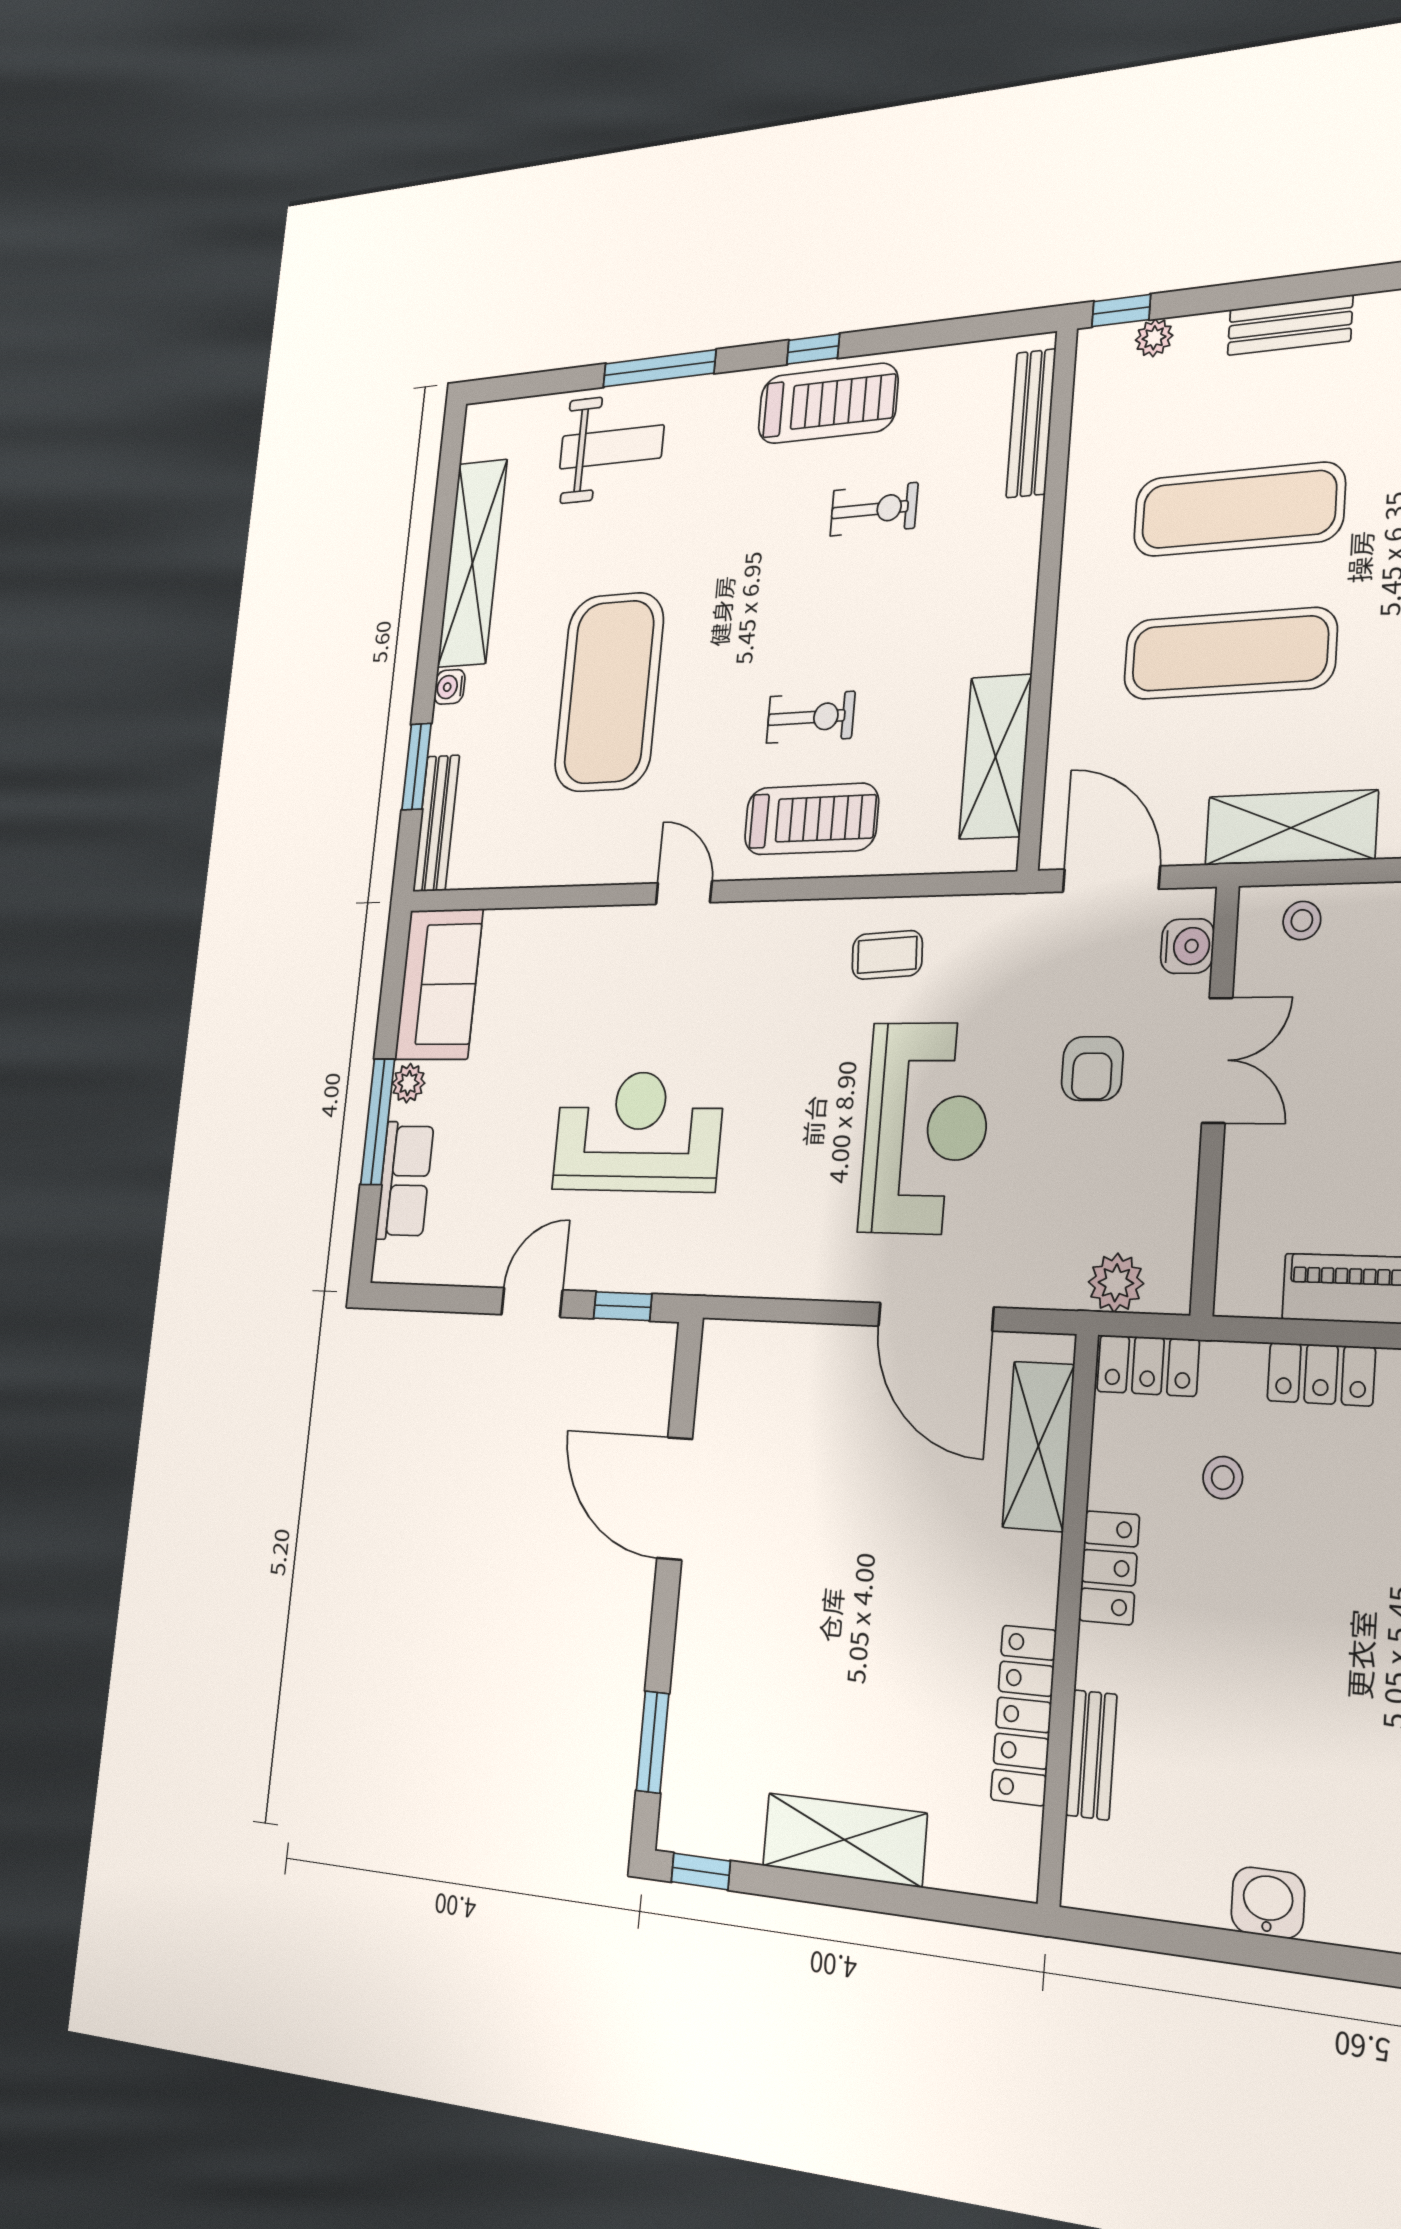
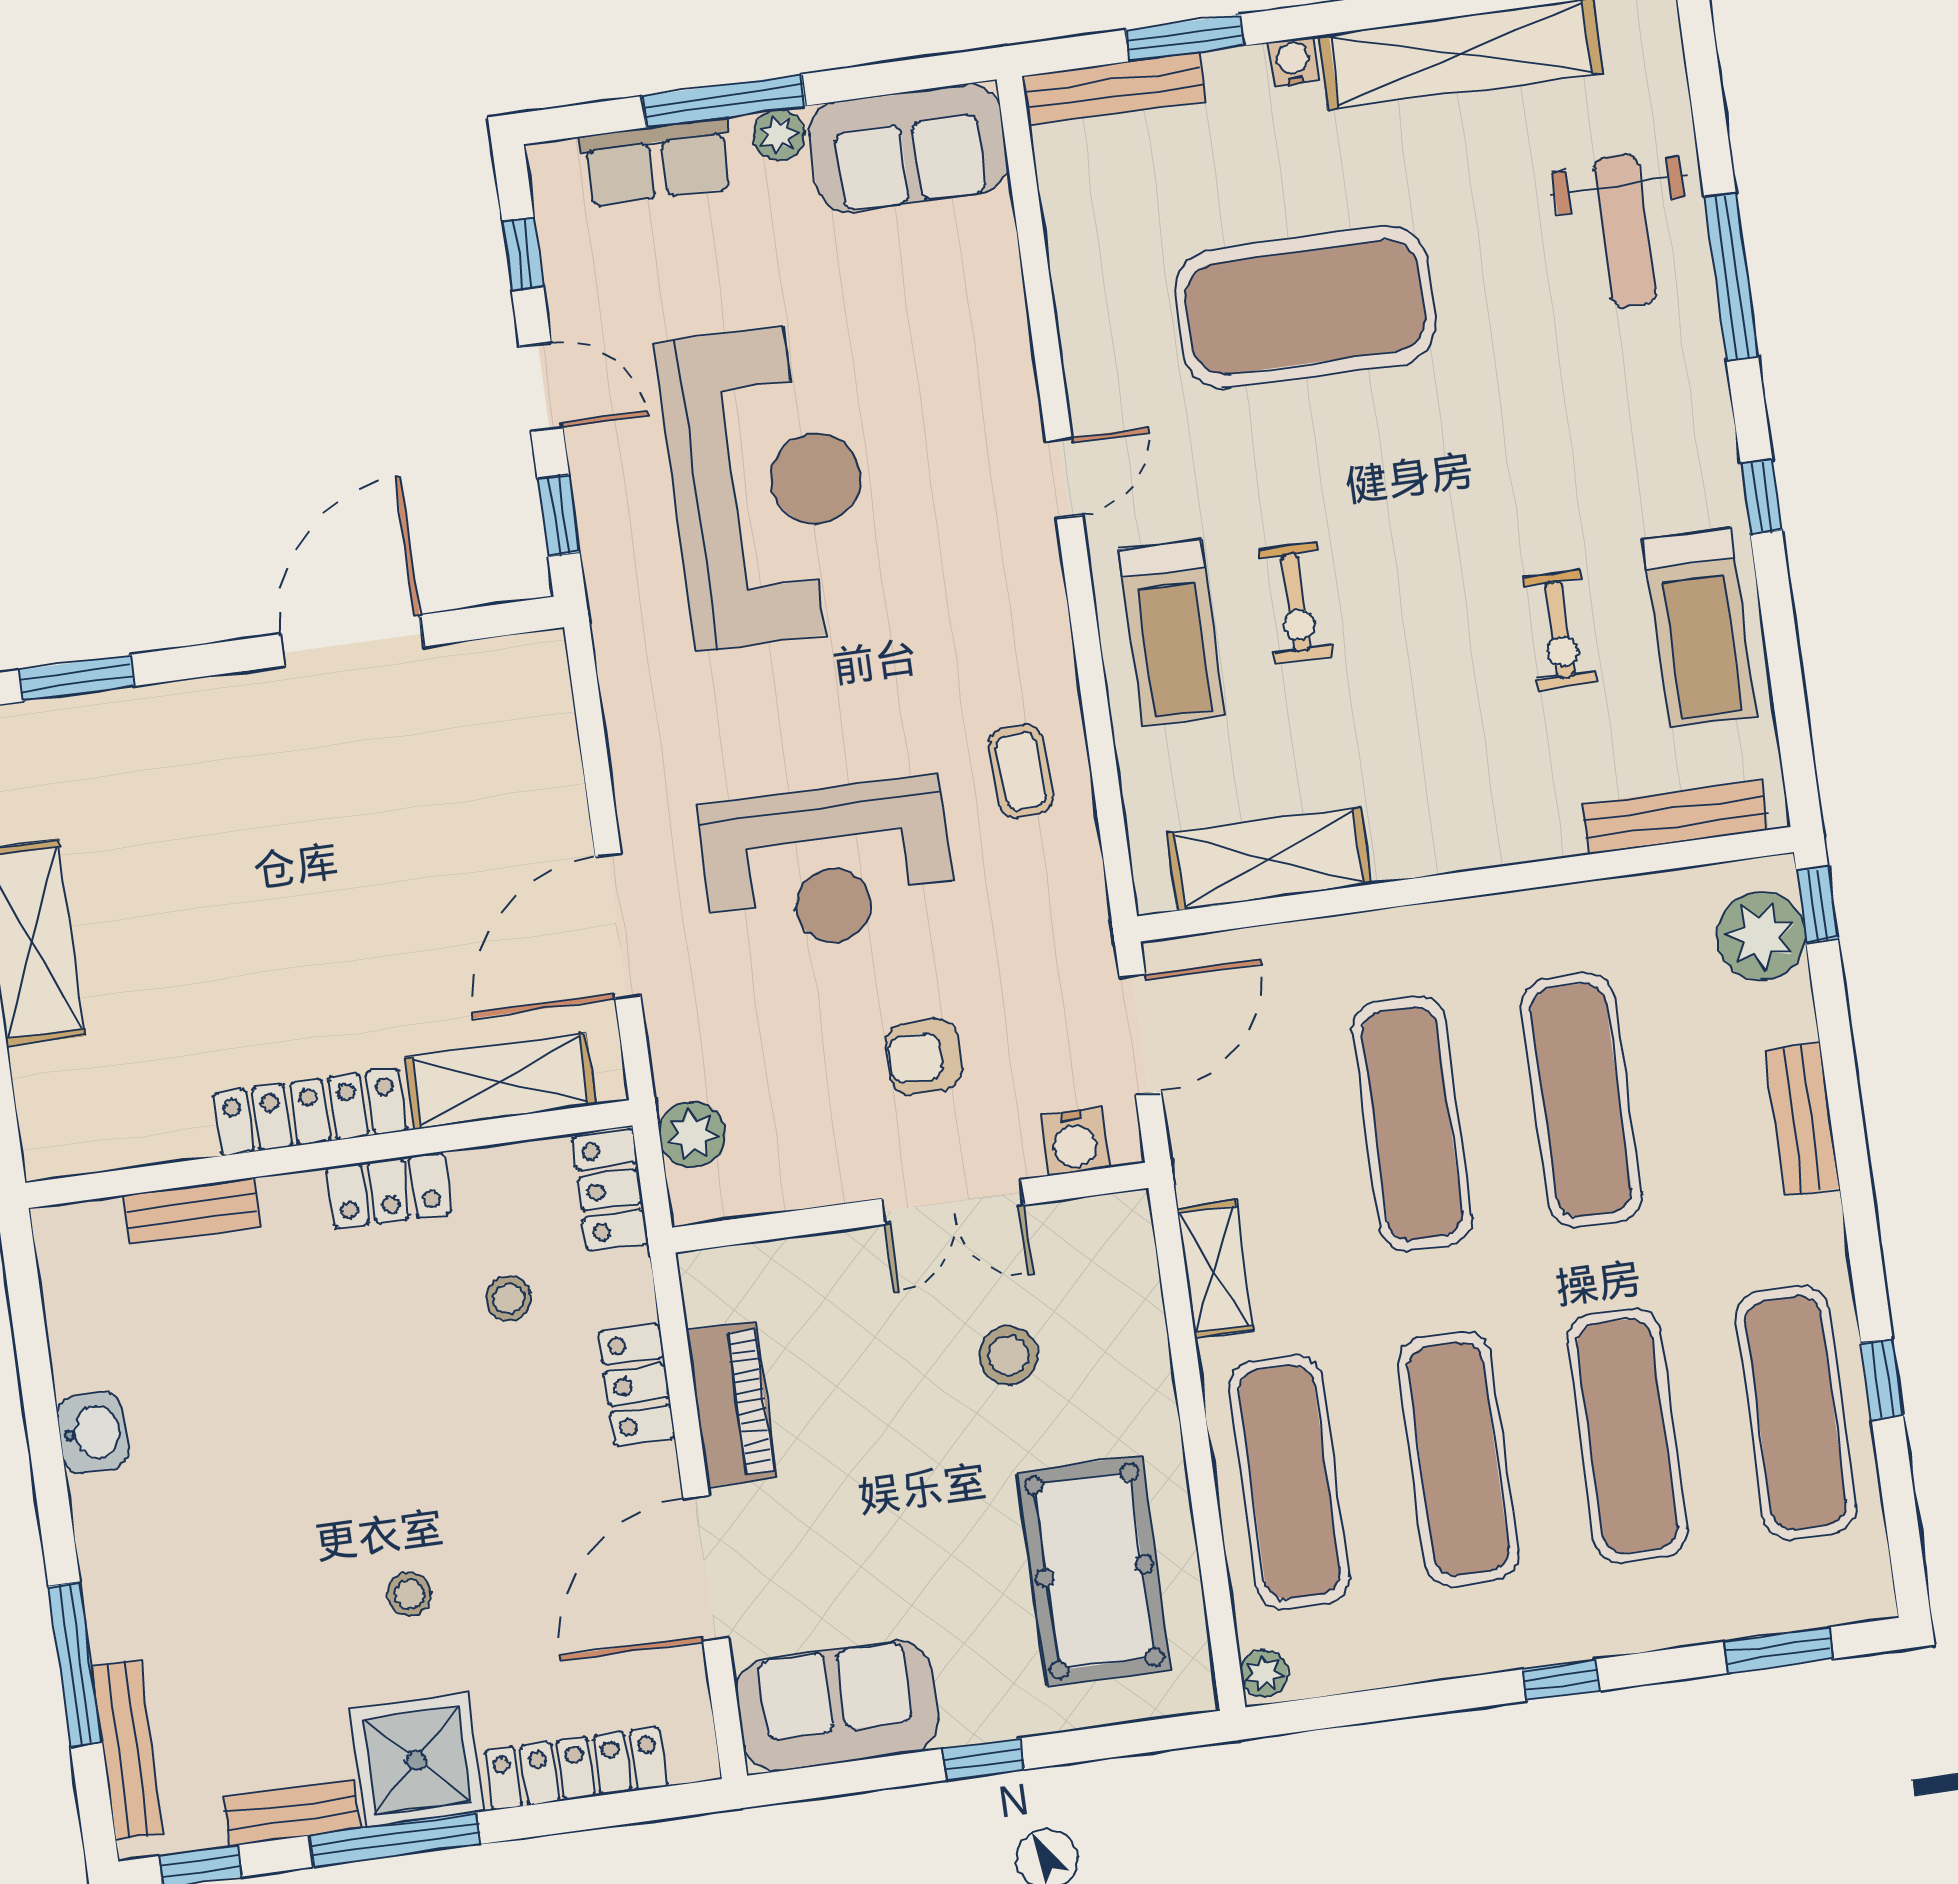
plant: (1154, 338) -> (1761, 936), width x1.88, depth x1.88
treadmill: (828, 403) -> (1700, 628), moved
shelving: (1291, 828) -> (1215, 1269), width x0.67, depth x0.75
stool: (1302, 921) -> (1009, 1355), moved, width x1.37, depth x1.37
reception desk: (638, 1132) -> (767, 485), width x1.36, depth x1.30
window: (440, 1298) -> (523, 254), added
locker: (1024, 1715) -> (310, 1112), moved

